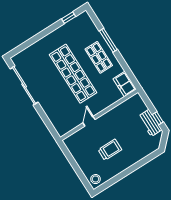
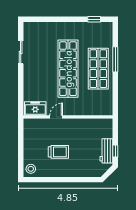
shop shelf: (99, 57) -> (98, 69), width x1.43, depth x1.36
freezer: (125, 84) -> (35, 108), moved, turned 90
sliding door: (24, 85) -> (21, 52), width x0.54

